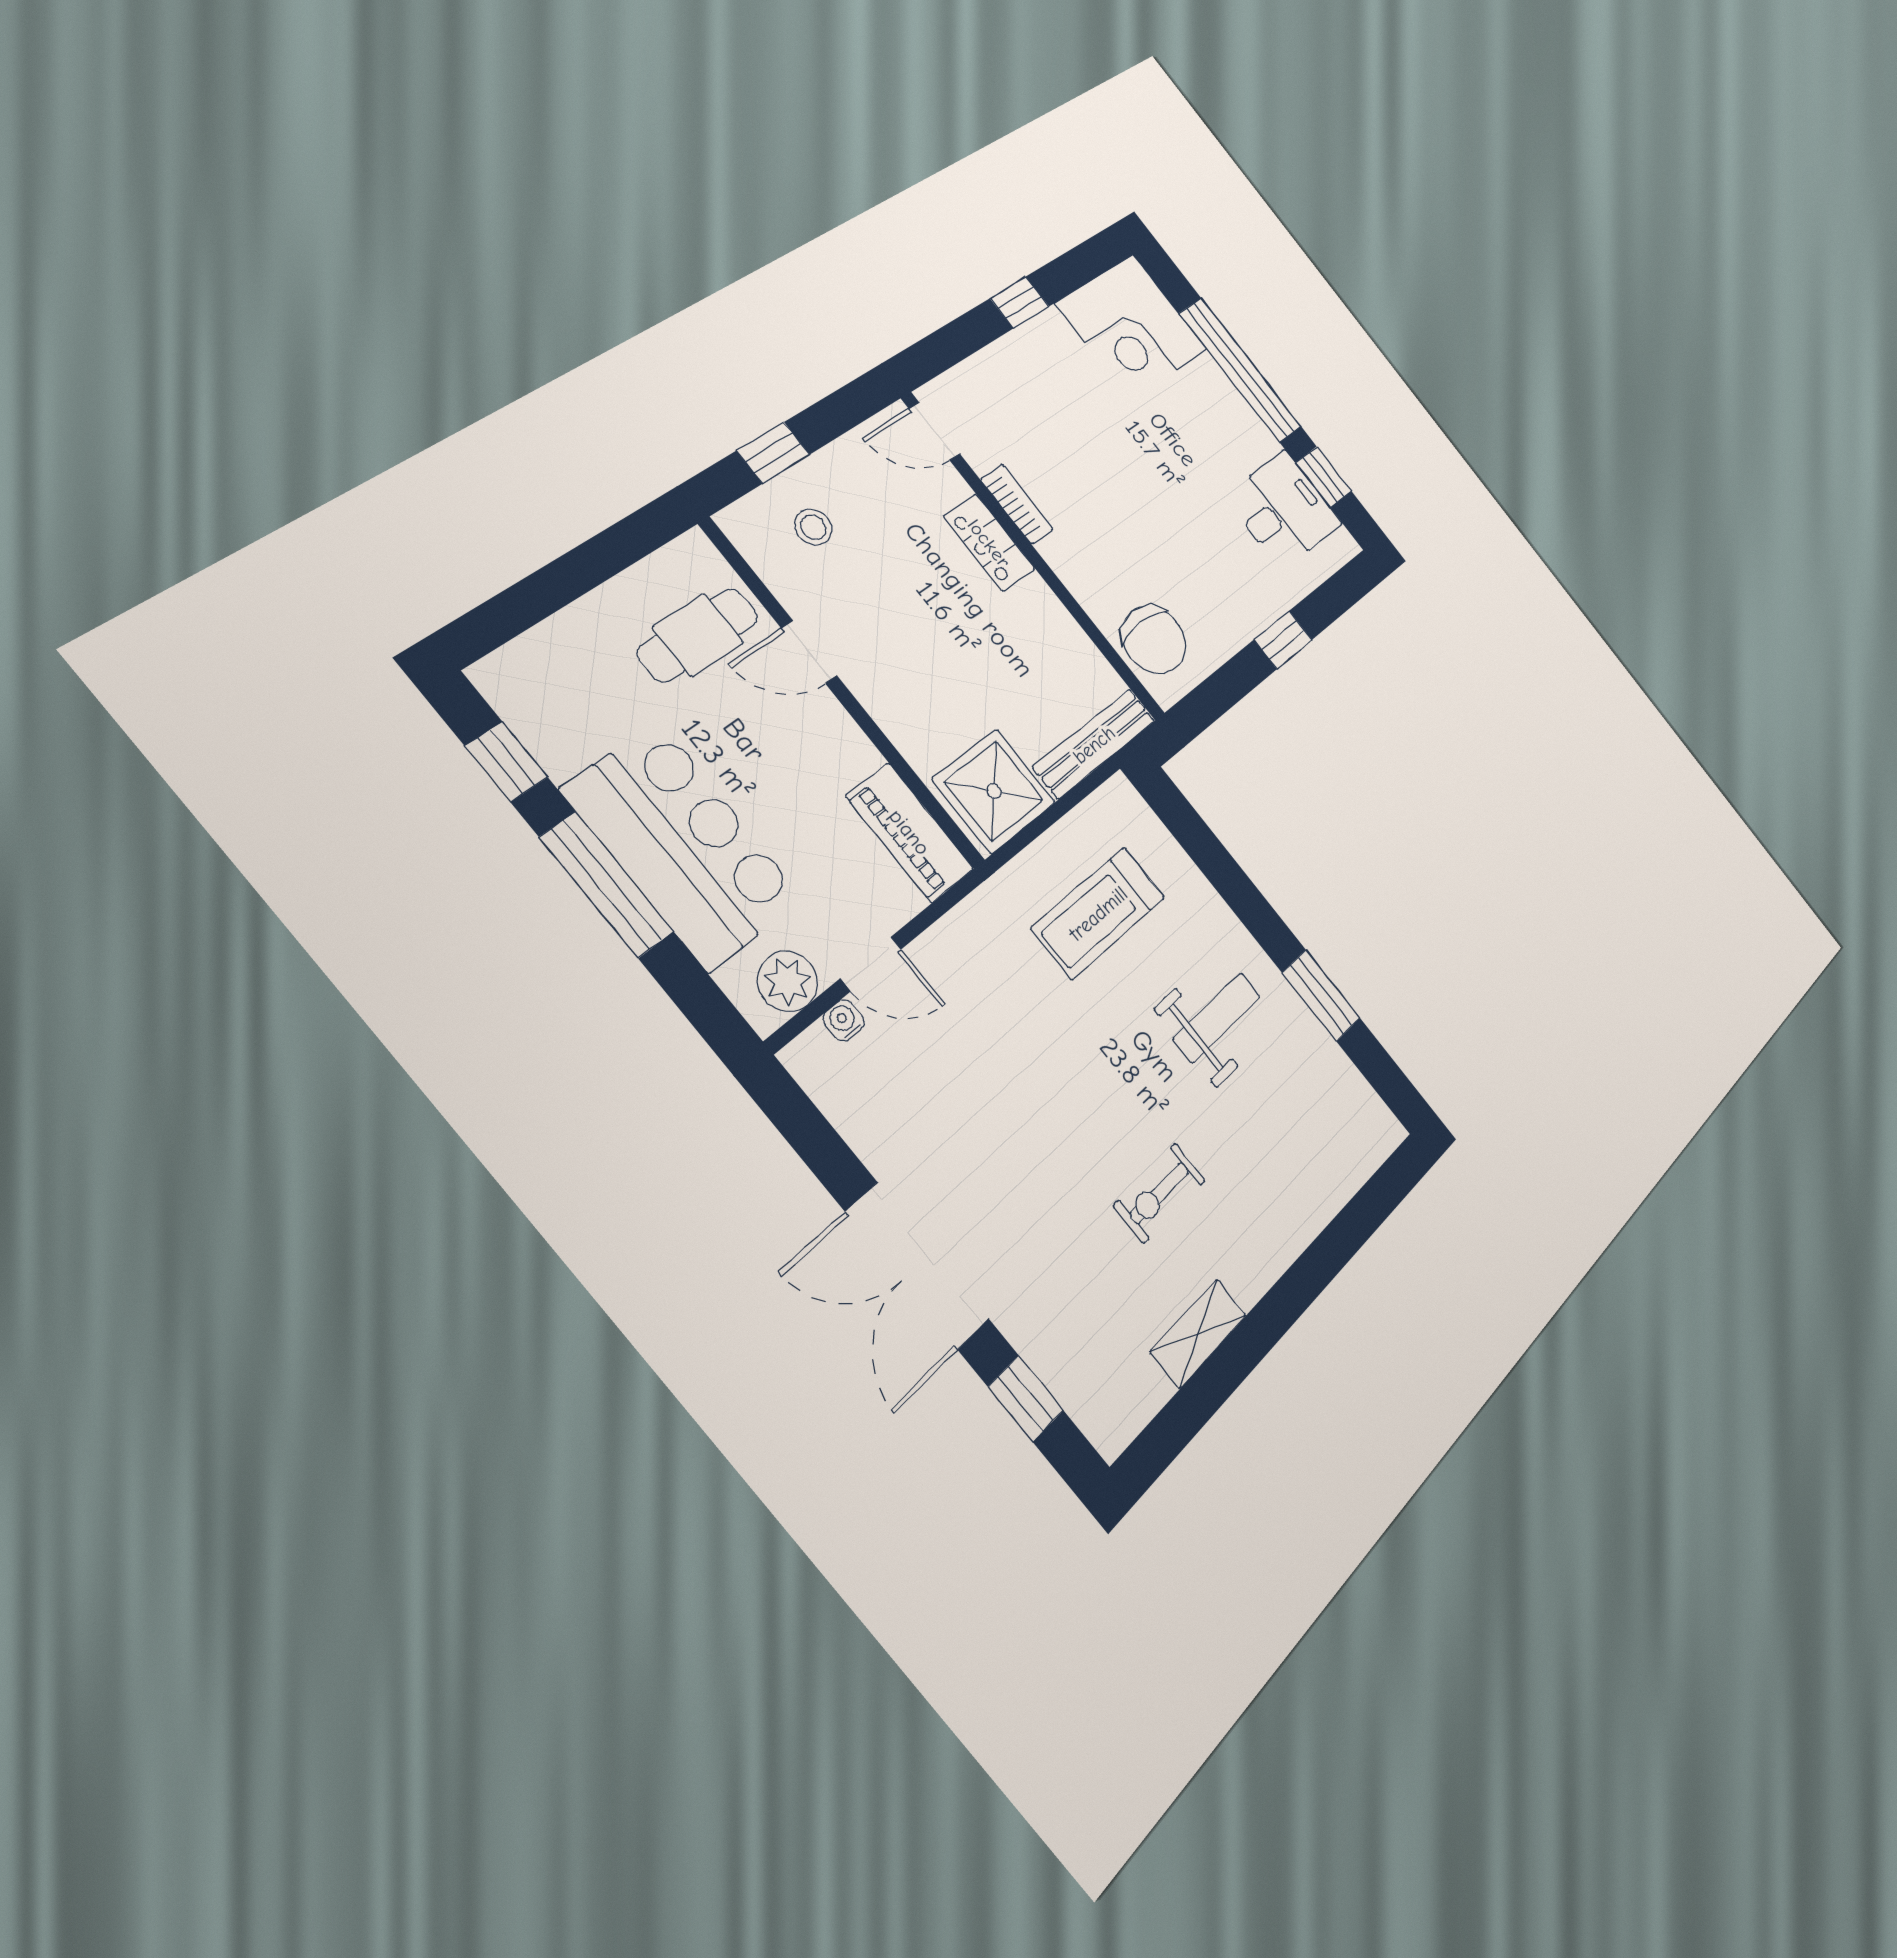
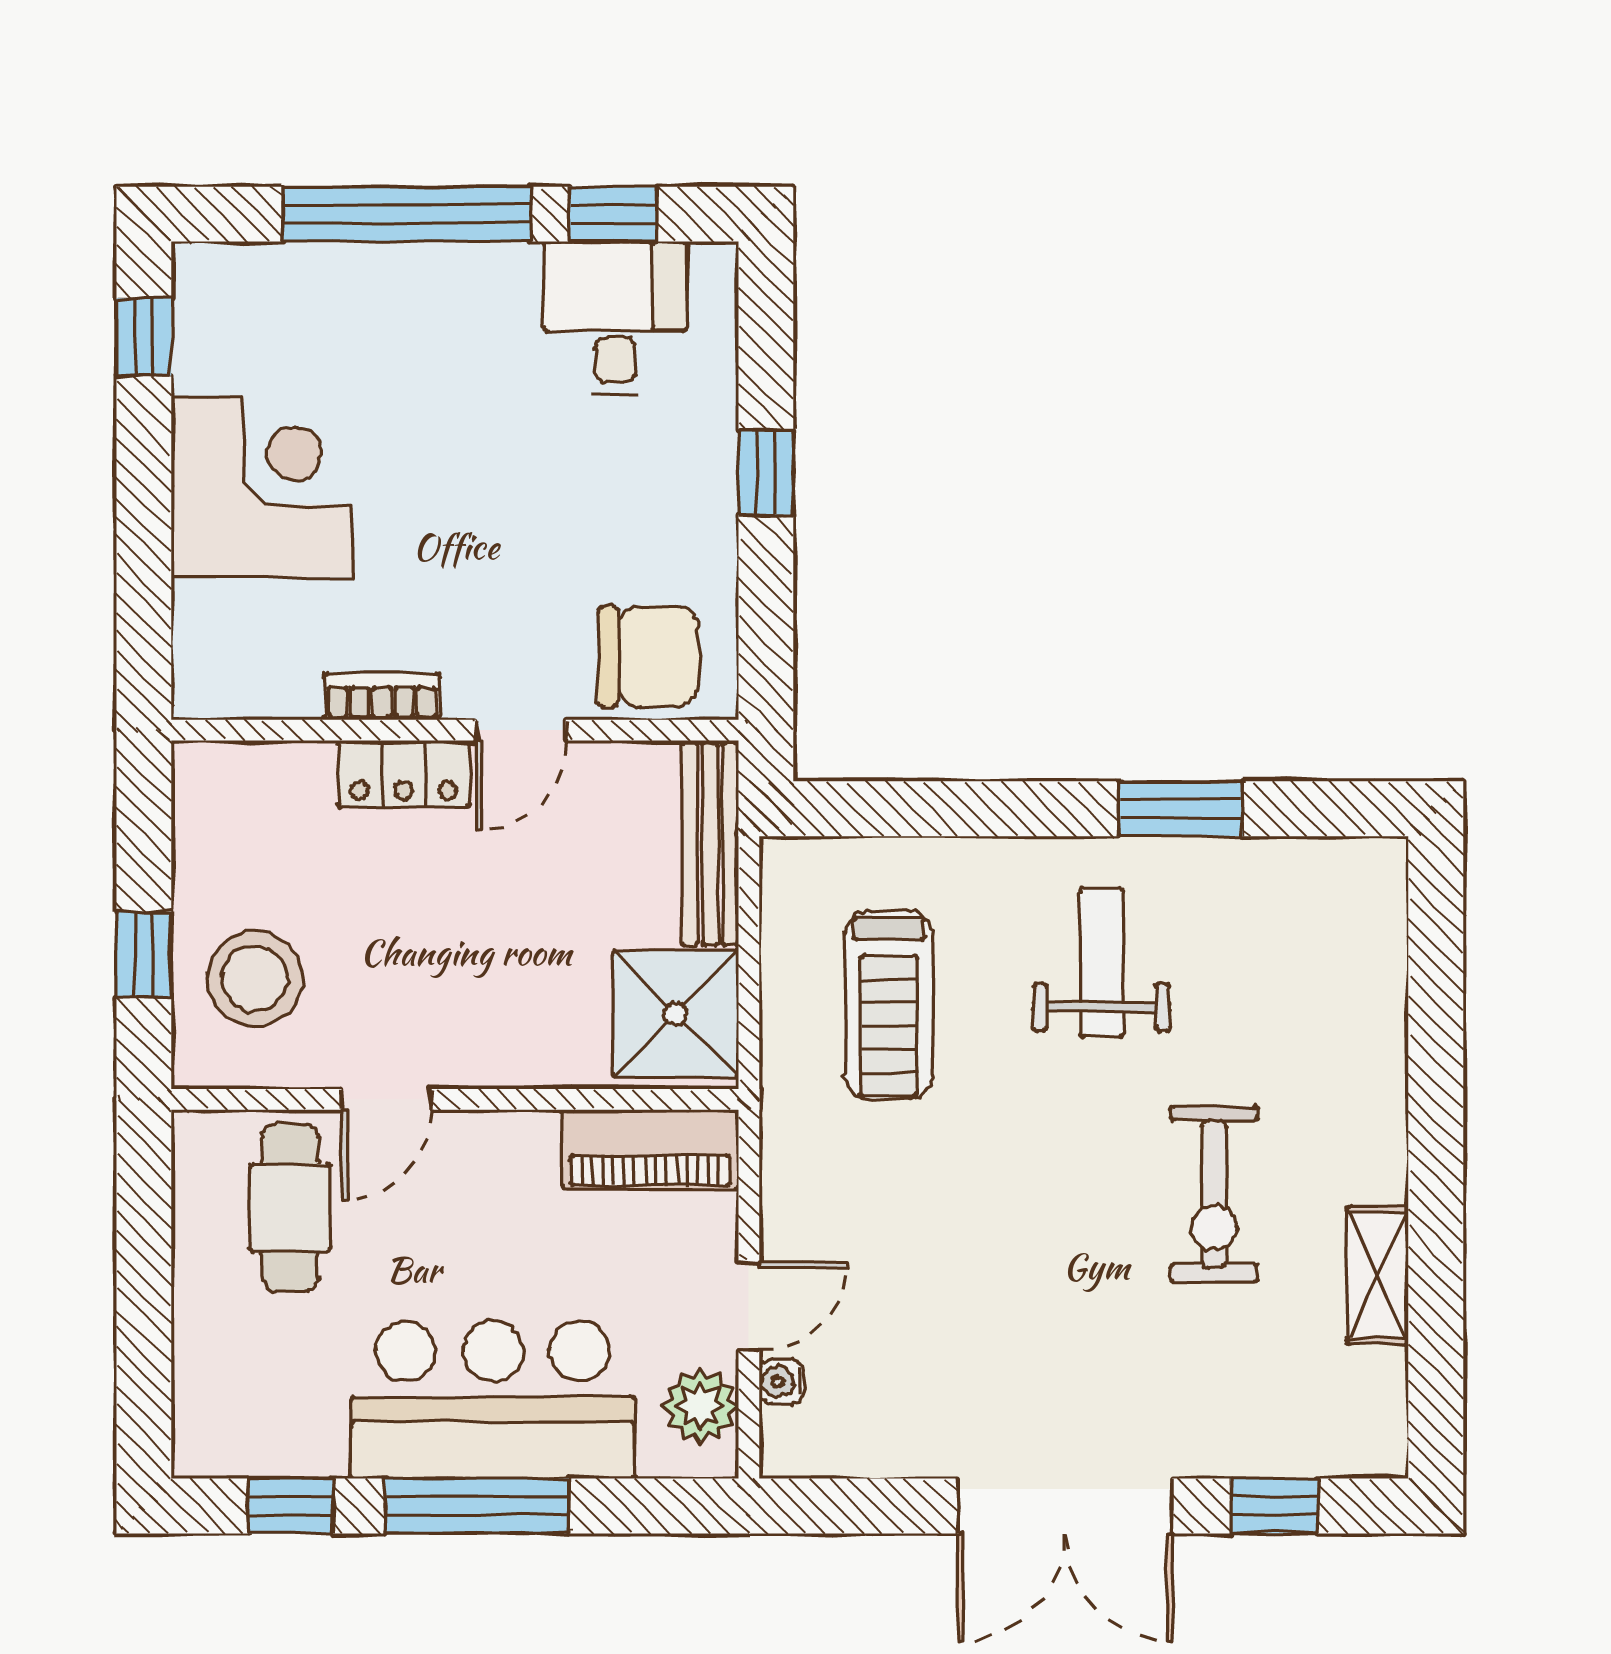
window: (1020, 302) -> (144, 337), moved
corner desk: (1132, 327) -> (262, 487), moved, turned -90
door: (934, 431) -> (521, 730), moved
stool: (813, 527) -> (255, 978), width x1.89, depth x1.89
exercise bike: (1159, 1193) -> (1214, 1194), width x1.38, depth x1.39

